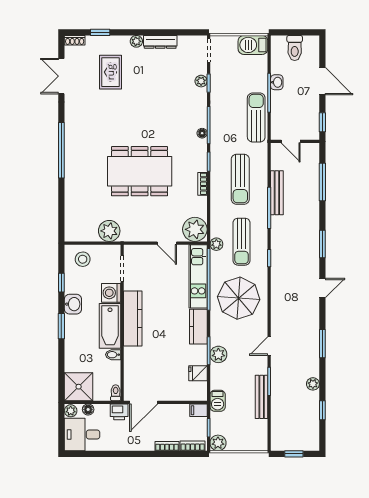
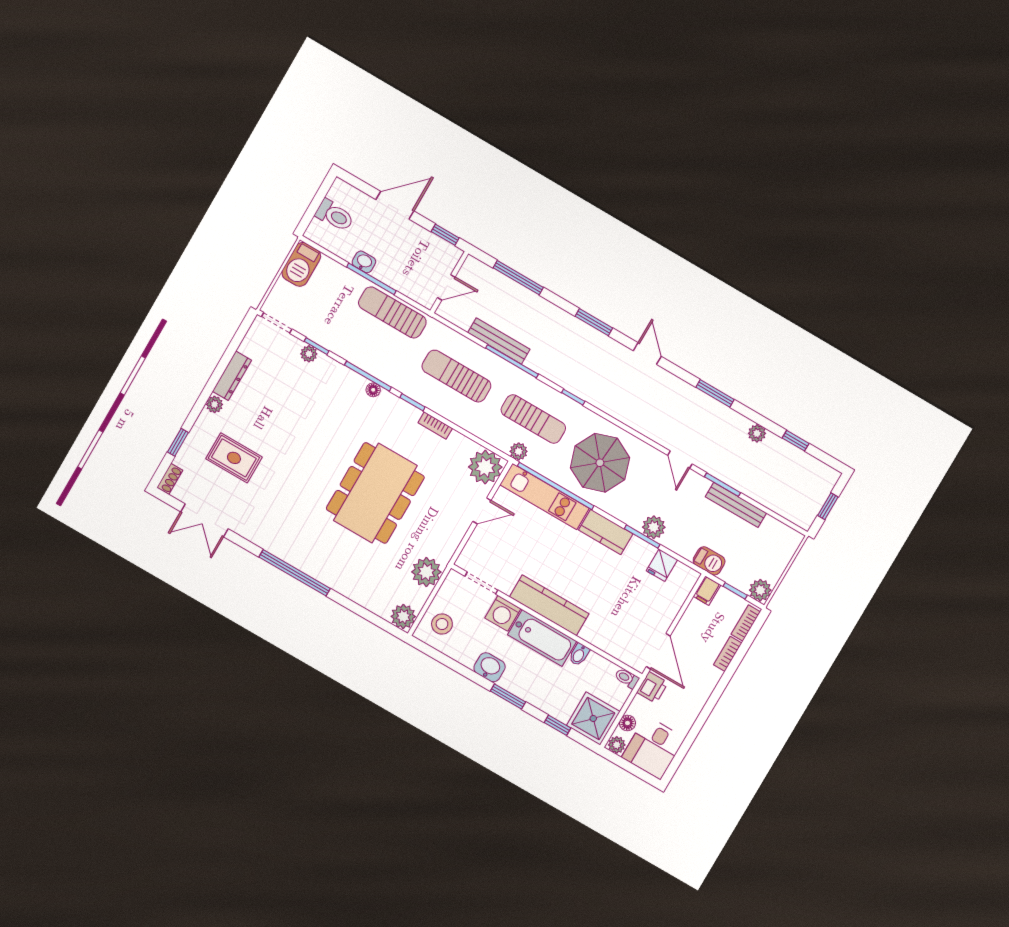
sun lounger: (240, 179) -> (456, 376), turned 180
plant: (73, 233) -> (403, 617), added
window: (61, 283) -> (558, 725), moved

